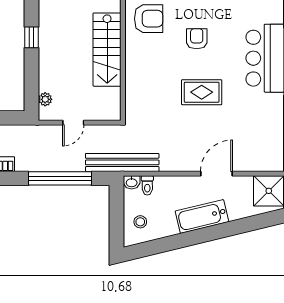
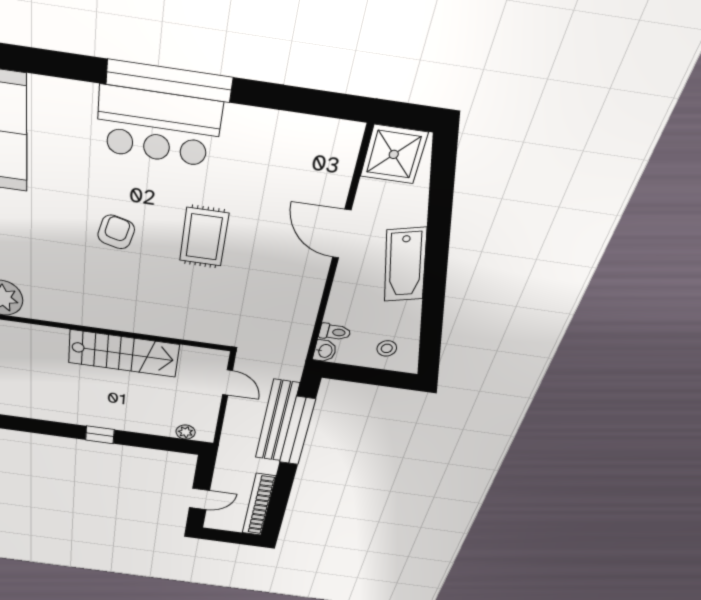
armchair: (149, 19) -> (80, 295), removed
armchair: (197, 39) -> (116, 232), turned 104
door: (73, 123) -> (227, 383), moved
bench: (122, 162) -> (277, 421), moved

